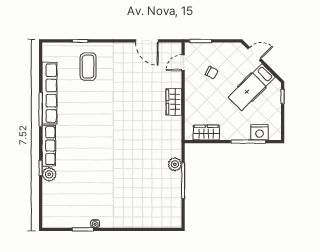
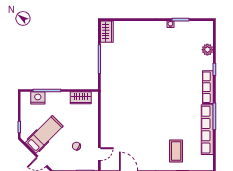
wardrobe: (174, 102) -> (107, 32), moved
plant: (175, 164) -> (106, 72), removed
plant: (49, 174) -> (207, 50), moved

